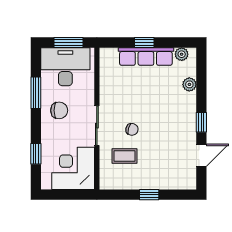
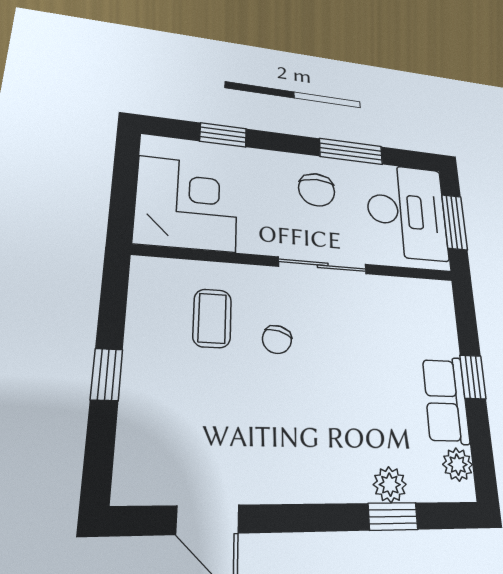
row of seats: (146, 56) -> (446, 400), width x0.68
window: (201, 122) -> (393, 516), moved
sliding door: (97, 126) -> (323, 265), moved

